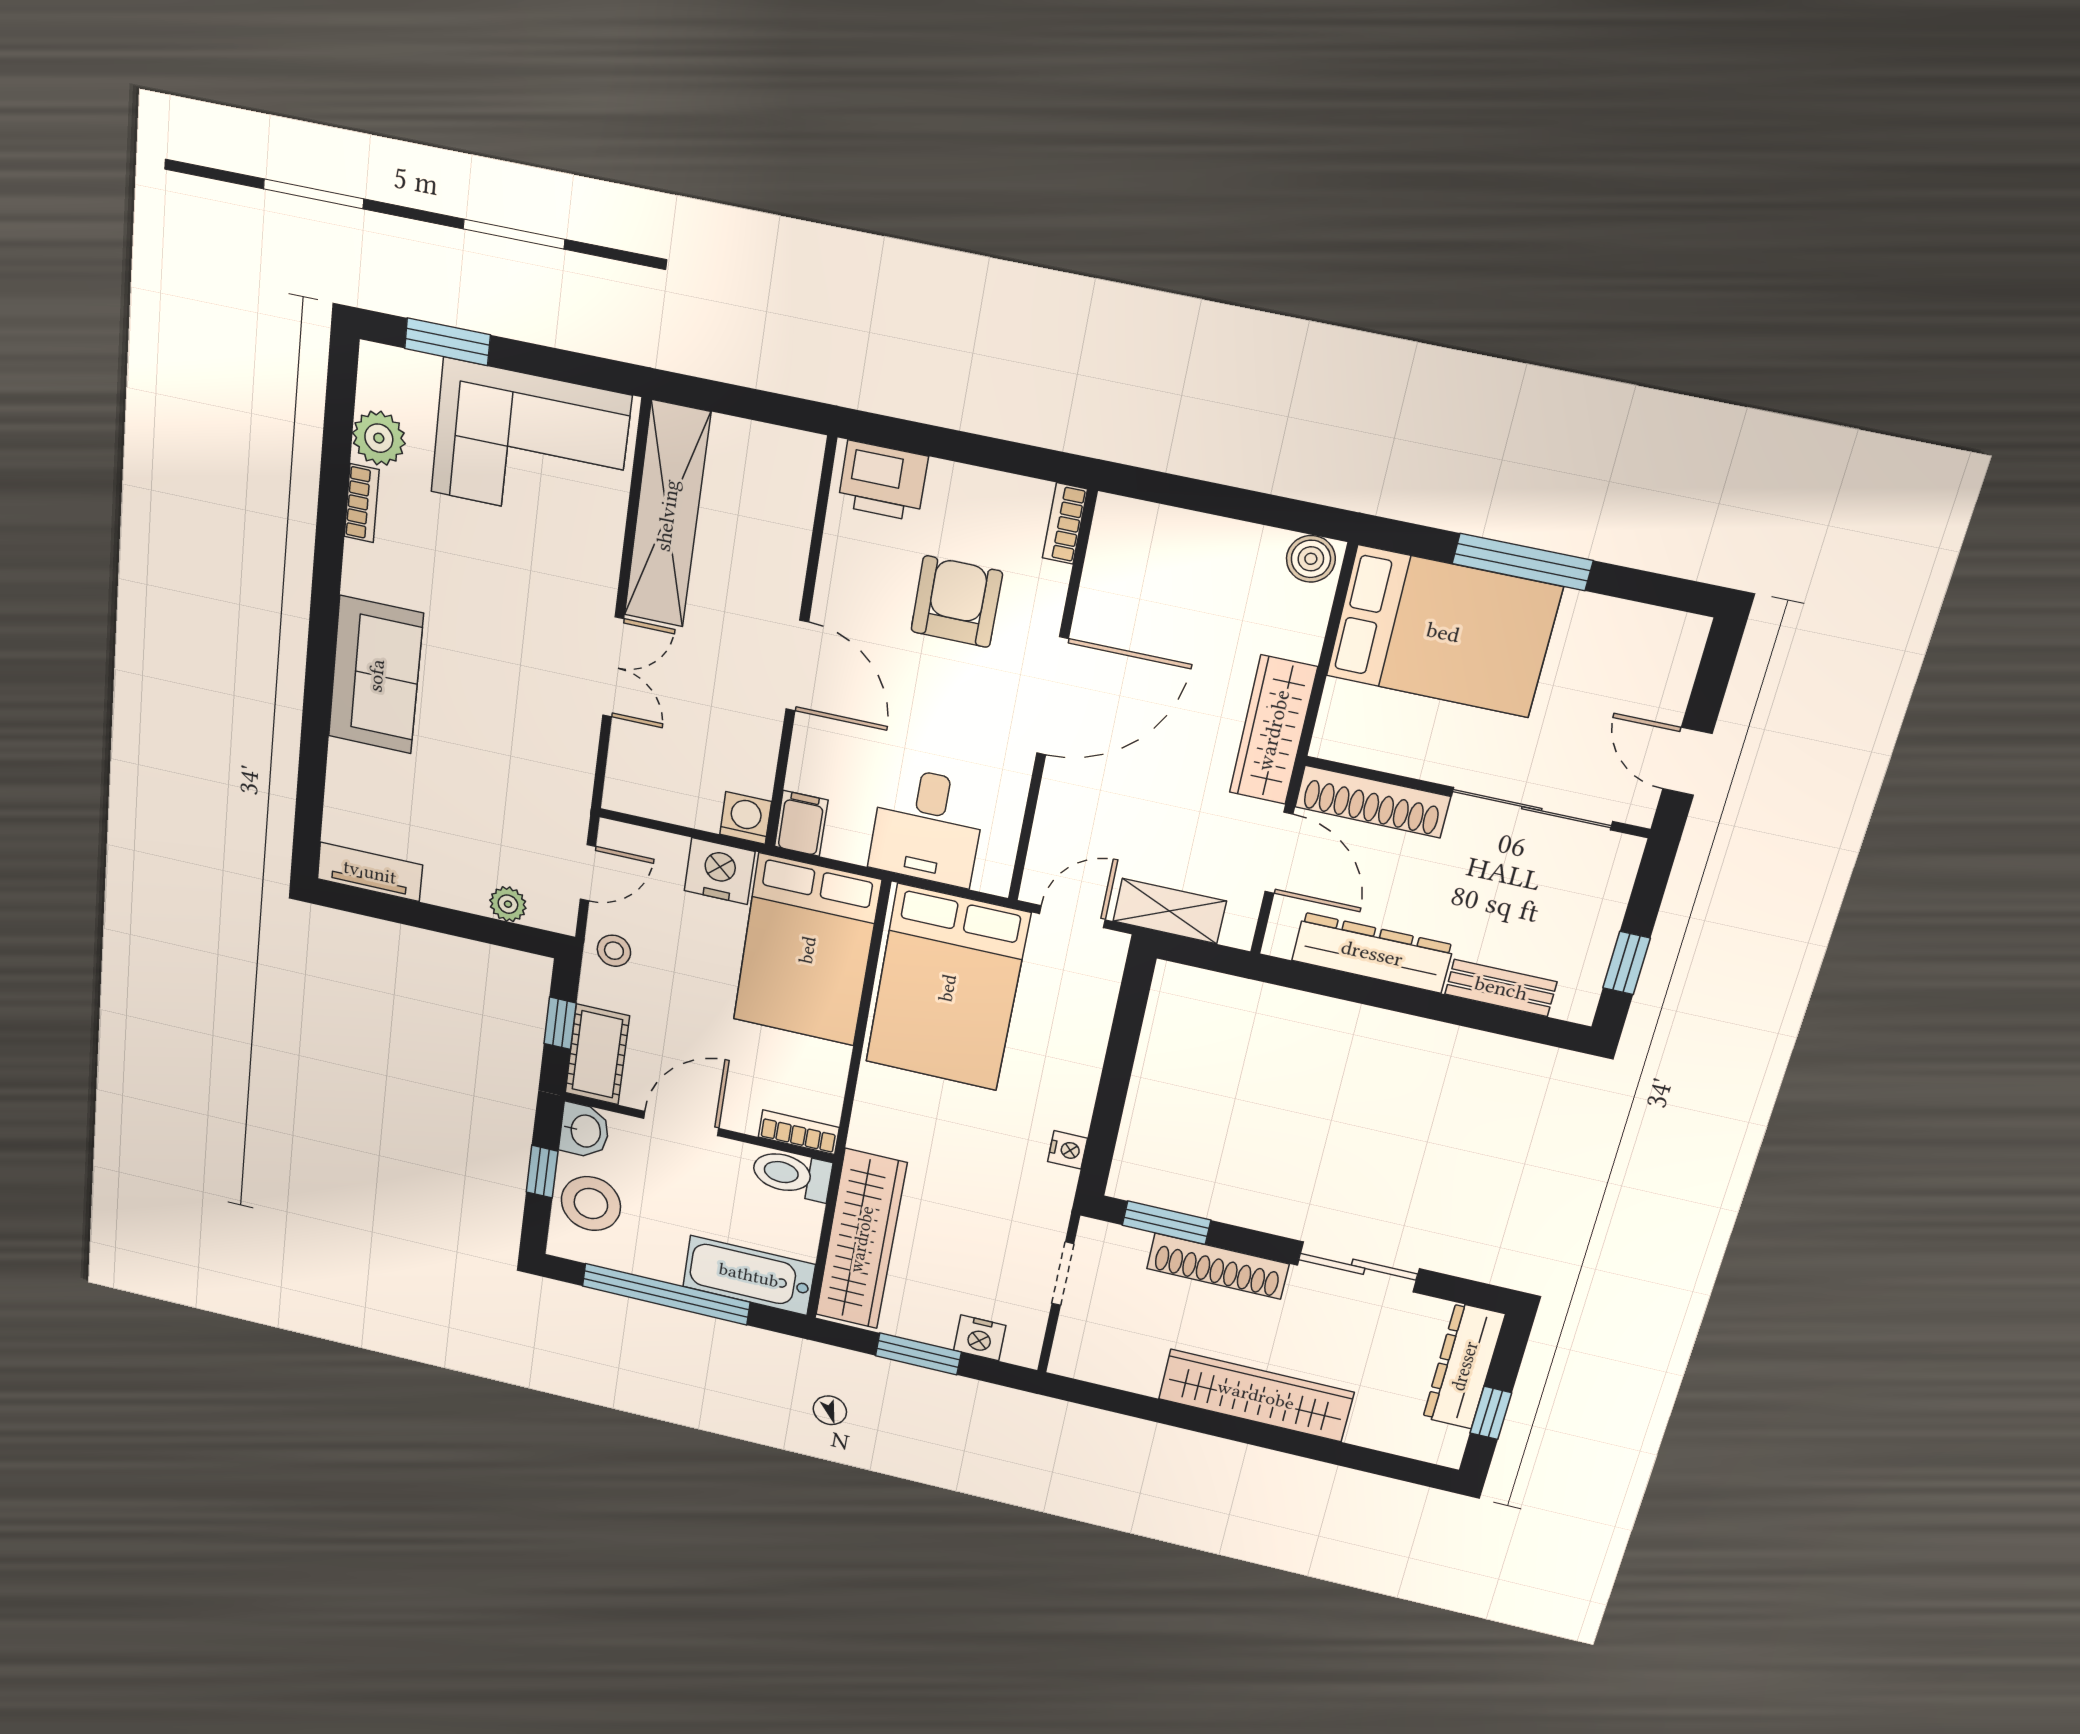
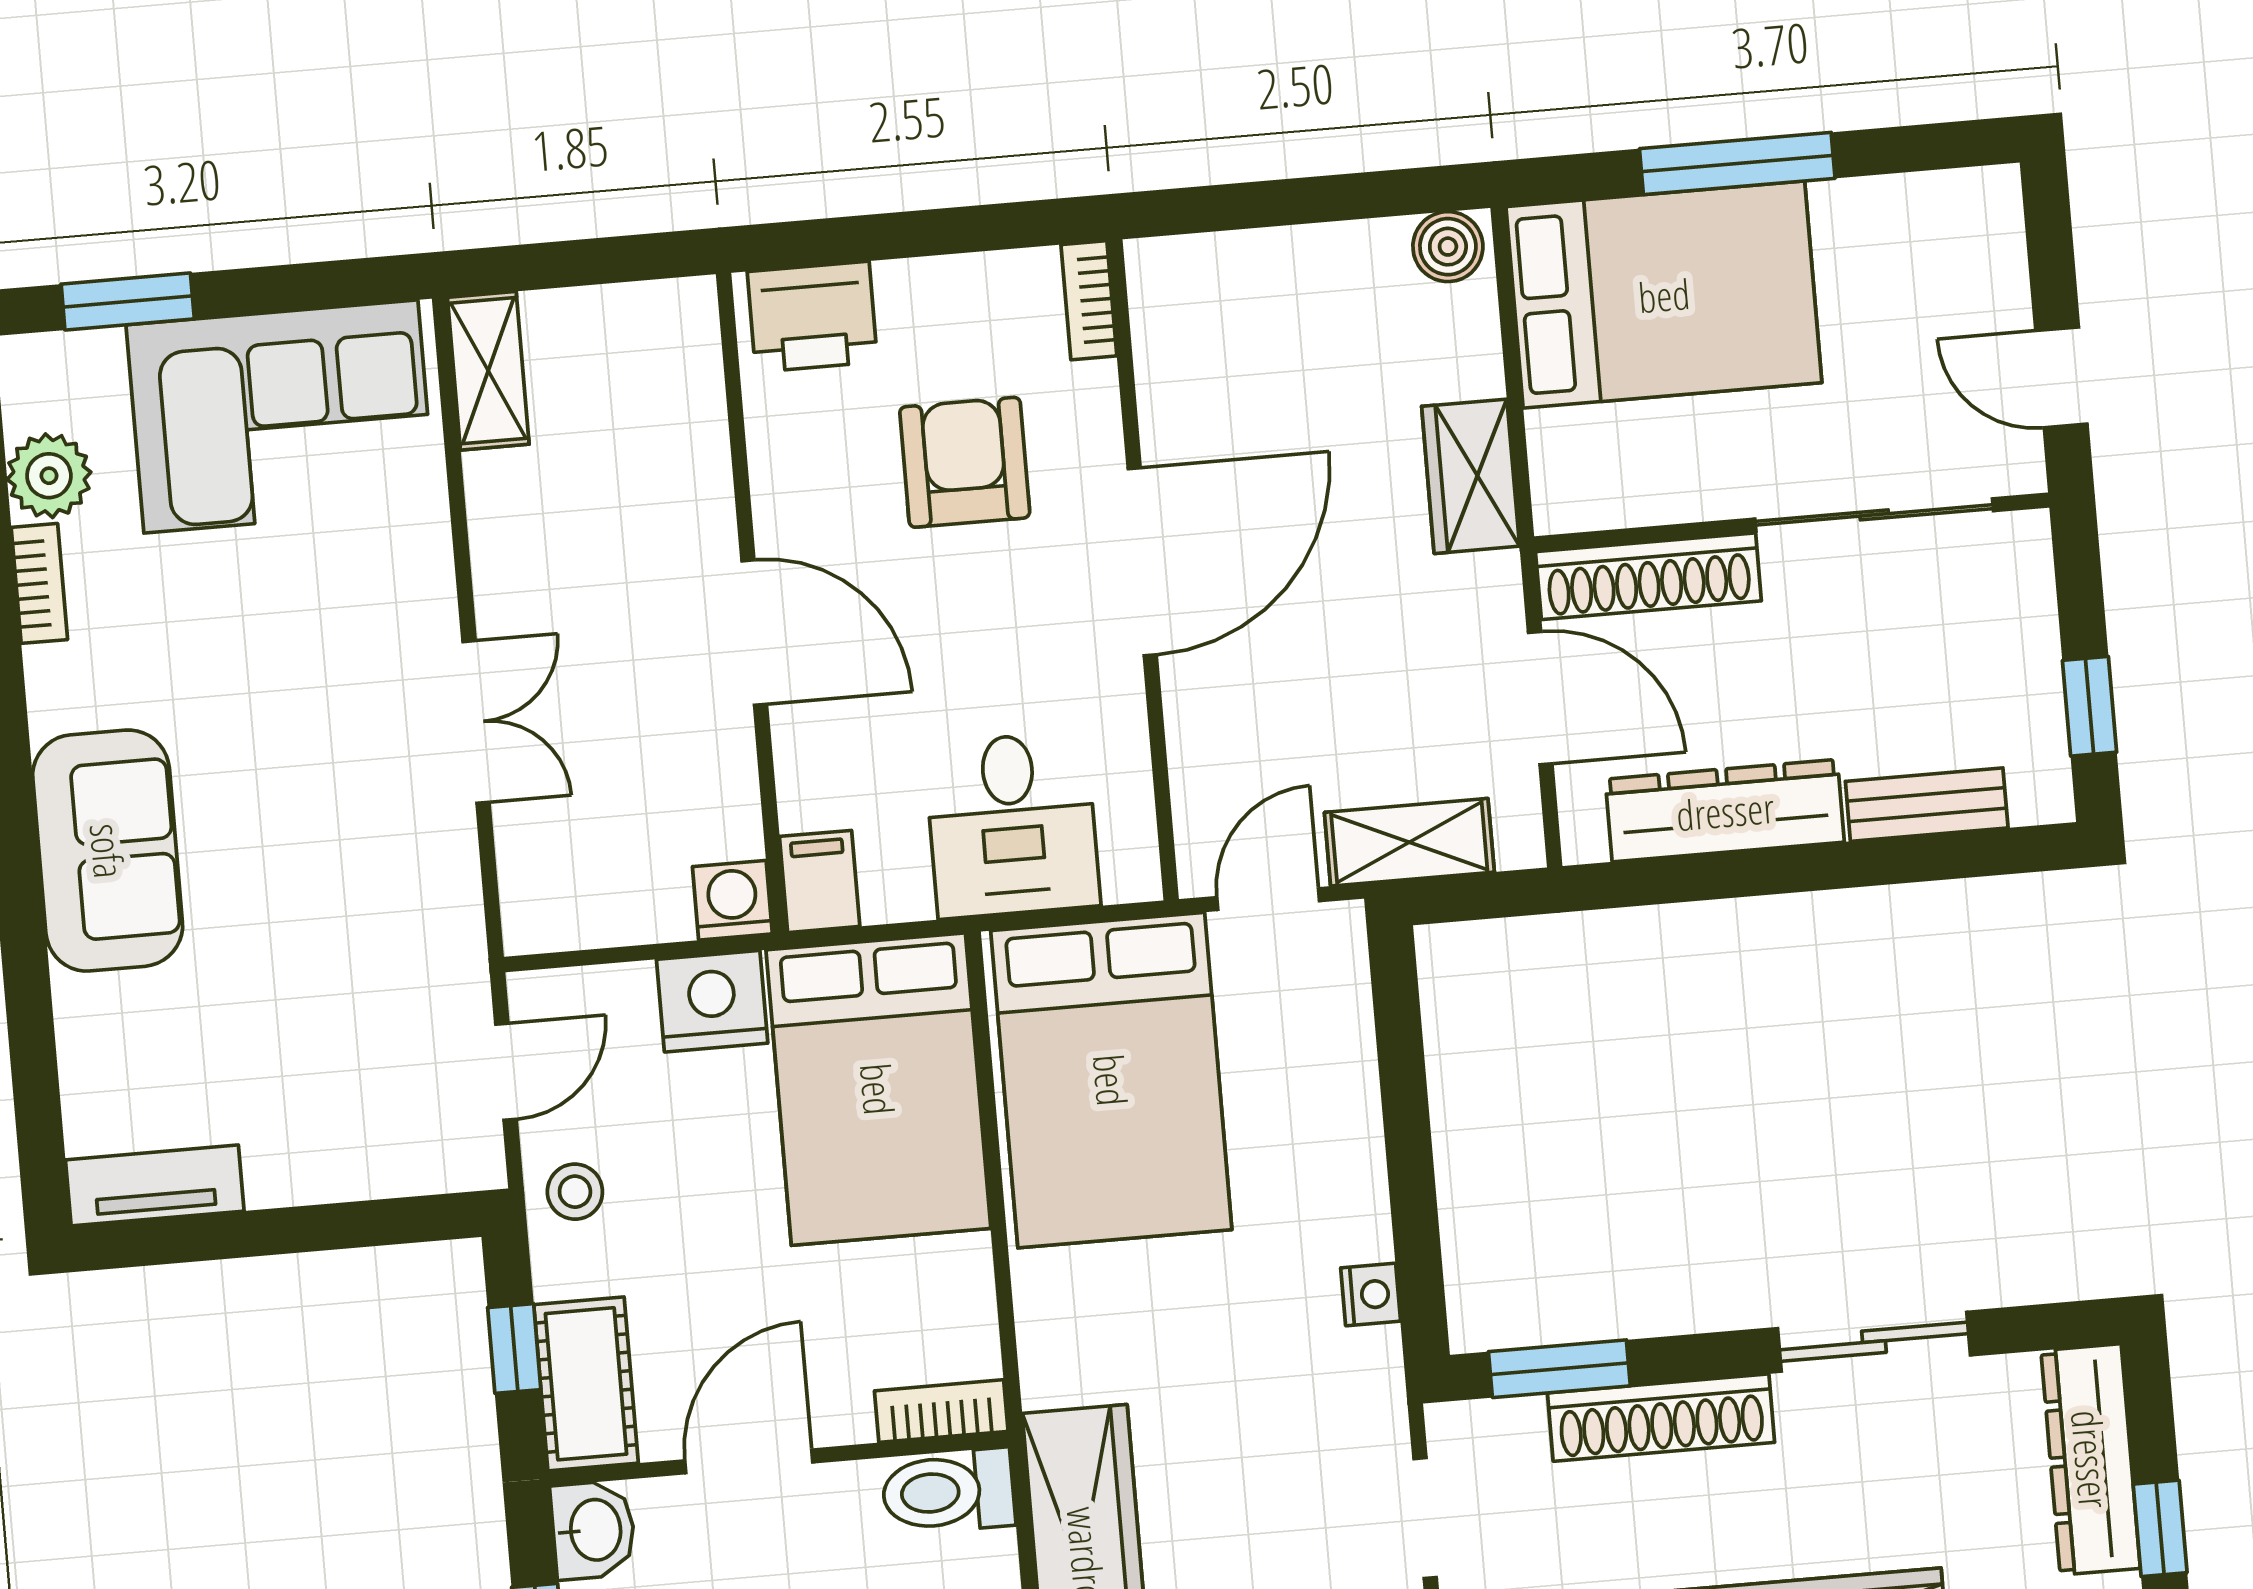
shelving: (667, 515) -> (488, 371), width x0.45, depth x0.75
wardrobe: (1273, 730) -> (1471, 476), width x0.67
plant: (508, 904) -> (389, 1168), removed

